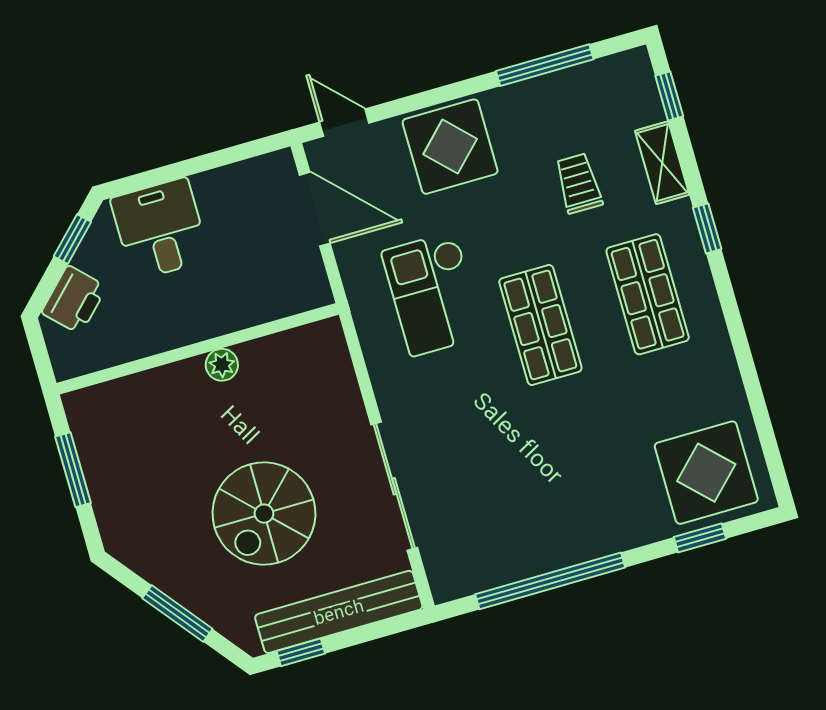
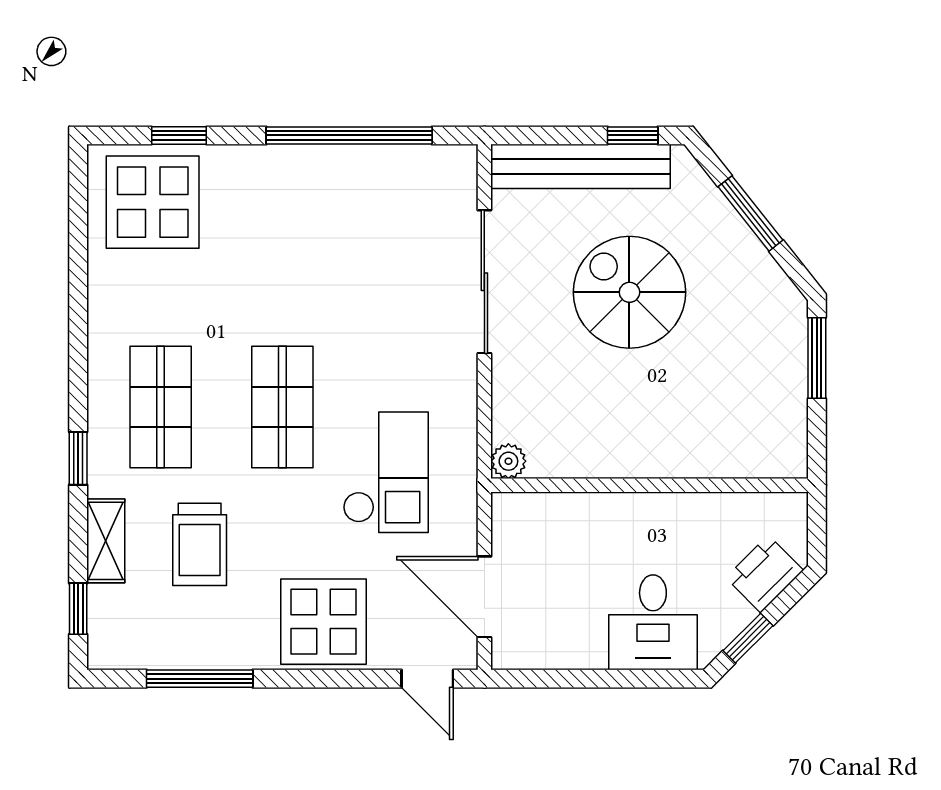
trolley: (579, 183) -> (200, 544), width x1.36, depth x1.39
plant: (222, 365) -> (508, 461), moved
window: (73, 470) -> (817, 358), moved
spiral stairs: (264, 514) -> (629, 292), turned -90

